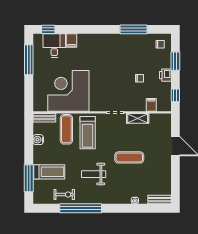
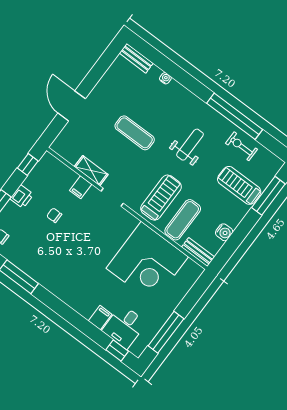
filing cabinet: (151, 105) -> (81, 187), moved
weight bench: (94, 174) -> (190, 145), turned -90

